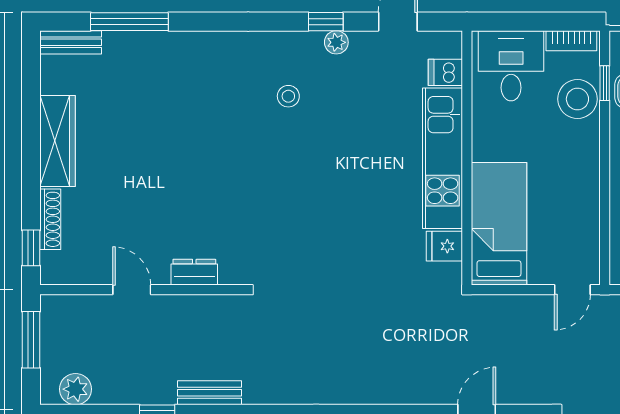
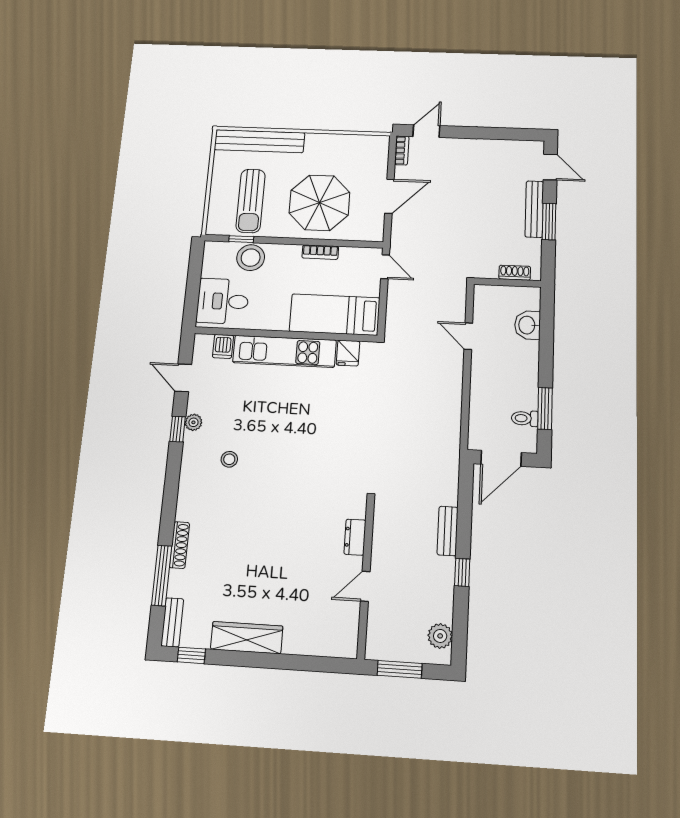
bookcase: (571, 41) -> (320, 252), moved, turned 90
shoe rack: (50, 219) -> (179, 545), moved, turned 90
window: (31, 248) -> (191, 655), moved

